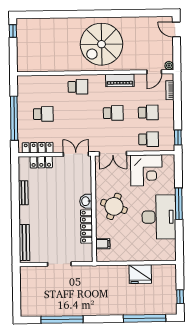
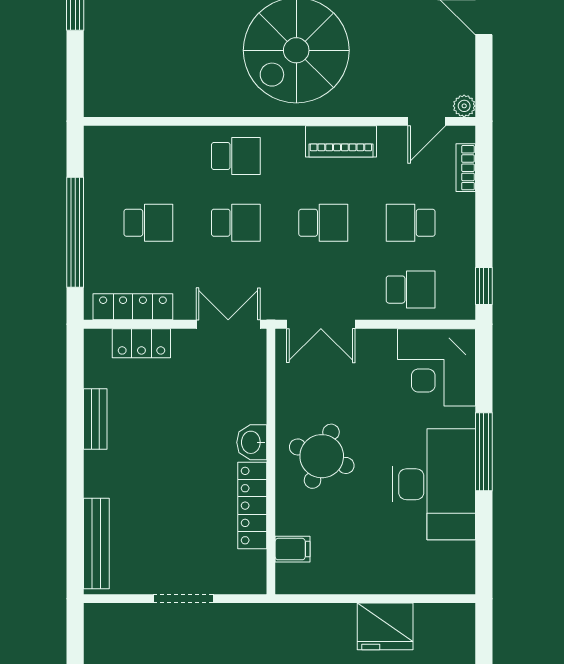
school desk: (78, 113) -> (236, 223), added
school desk: (148, 113) -> (411, 223), turned 180
corner desk: (146, 170) -> (436, 367), moved, turned 90

